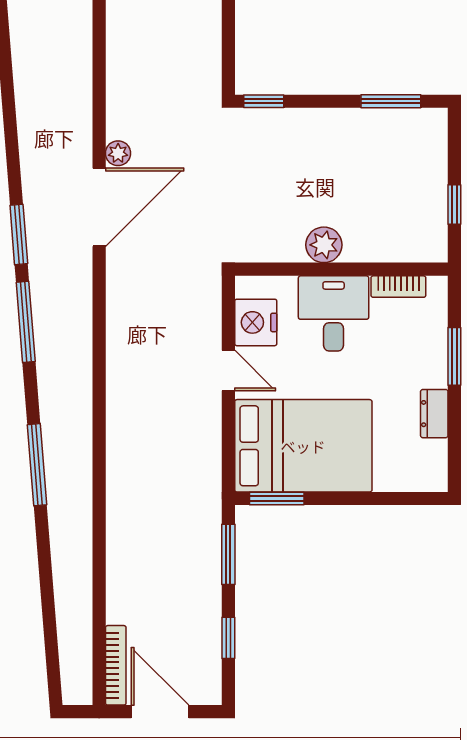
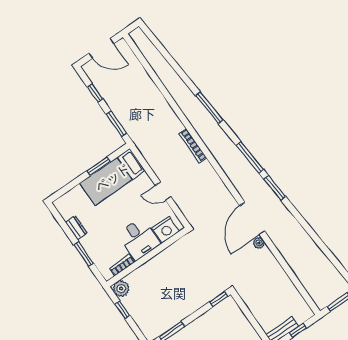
plant: (324, 245) -> (121, 289), moved
nightstand: (256, 322) -> (166, 230), moved, turned 90
bed: (303, 446) -> (112, 177), width x0.67
window: (277, 499) -> (98, 166), moved
bookcase: (116, 665) -> (193, 146), moved

